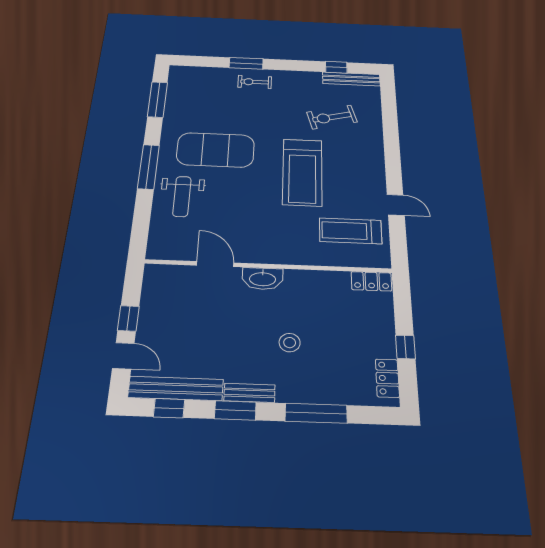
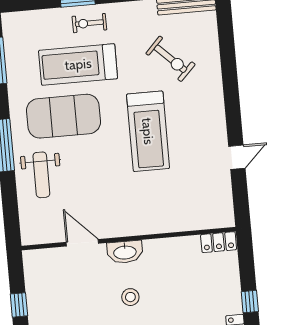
exercise bike: (332, 117) -> (170, 59), turned -121
door: (396, 205) -> (237, 157), hinge flipped
treadmill: (351, 231) -> (78, 64), moved, width x1.37, depth x1.38
stool: (290, 343) -> (130, 297), moved

